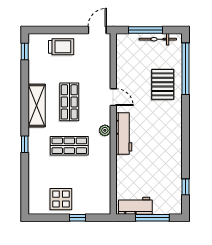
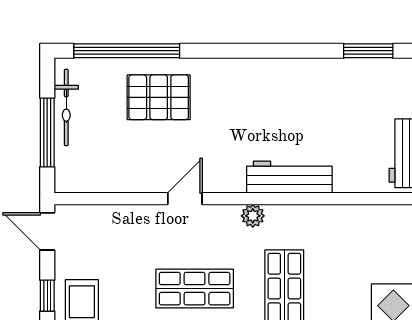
window: (66, 30) -> (47, 296), added
workbench: (124, 133) -> (289, 177), moved
window: (186, 187) -> (368, 51), width x1.50

